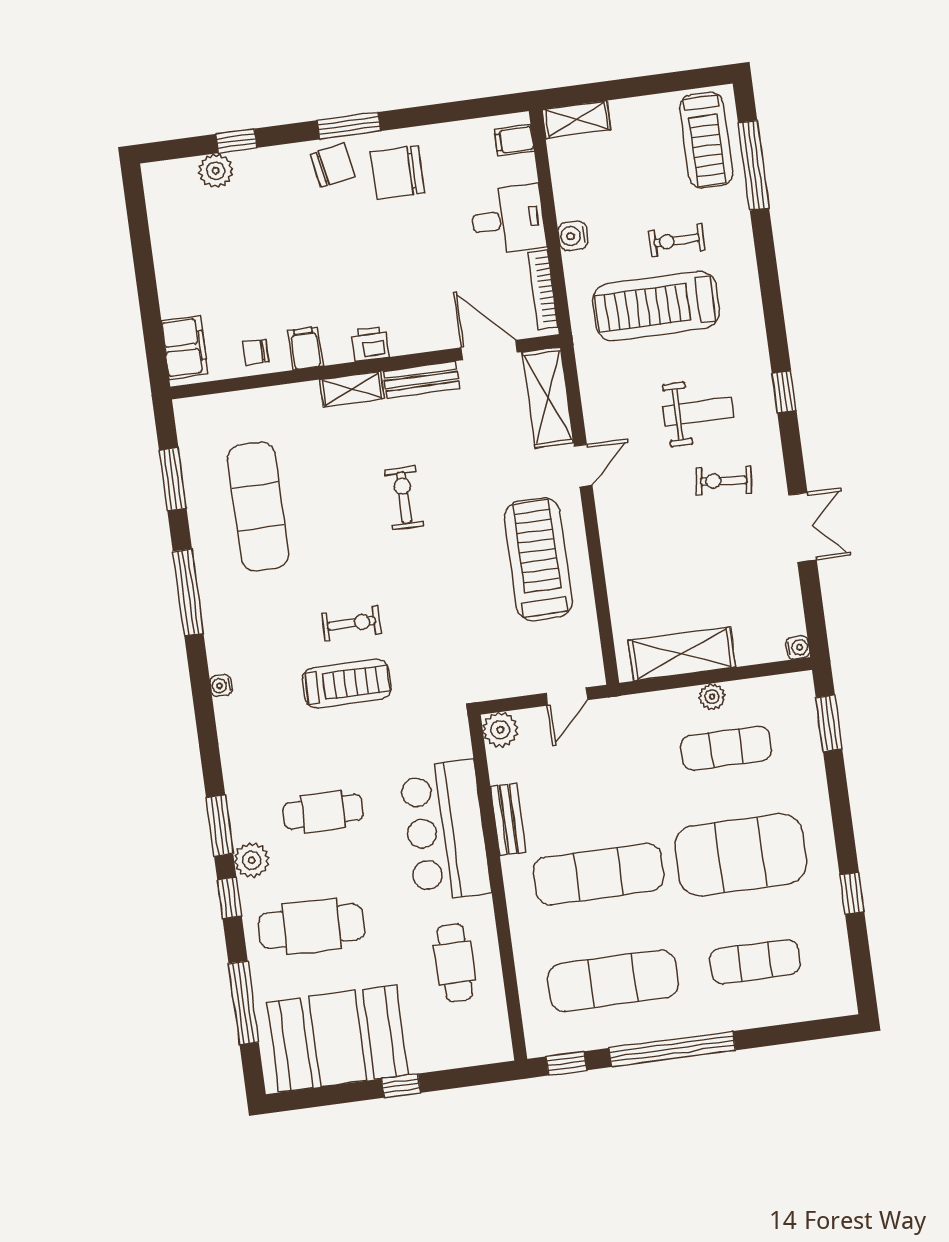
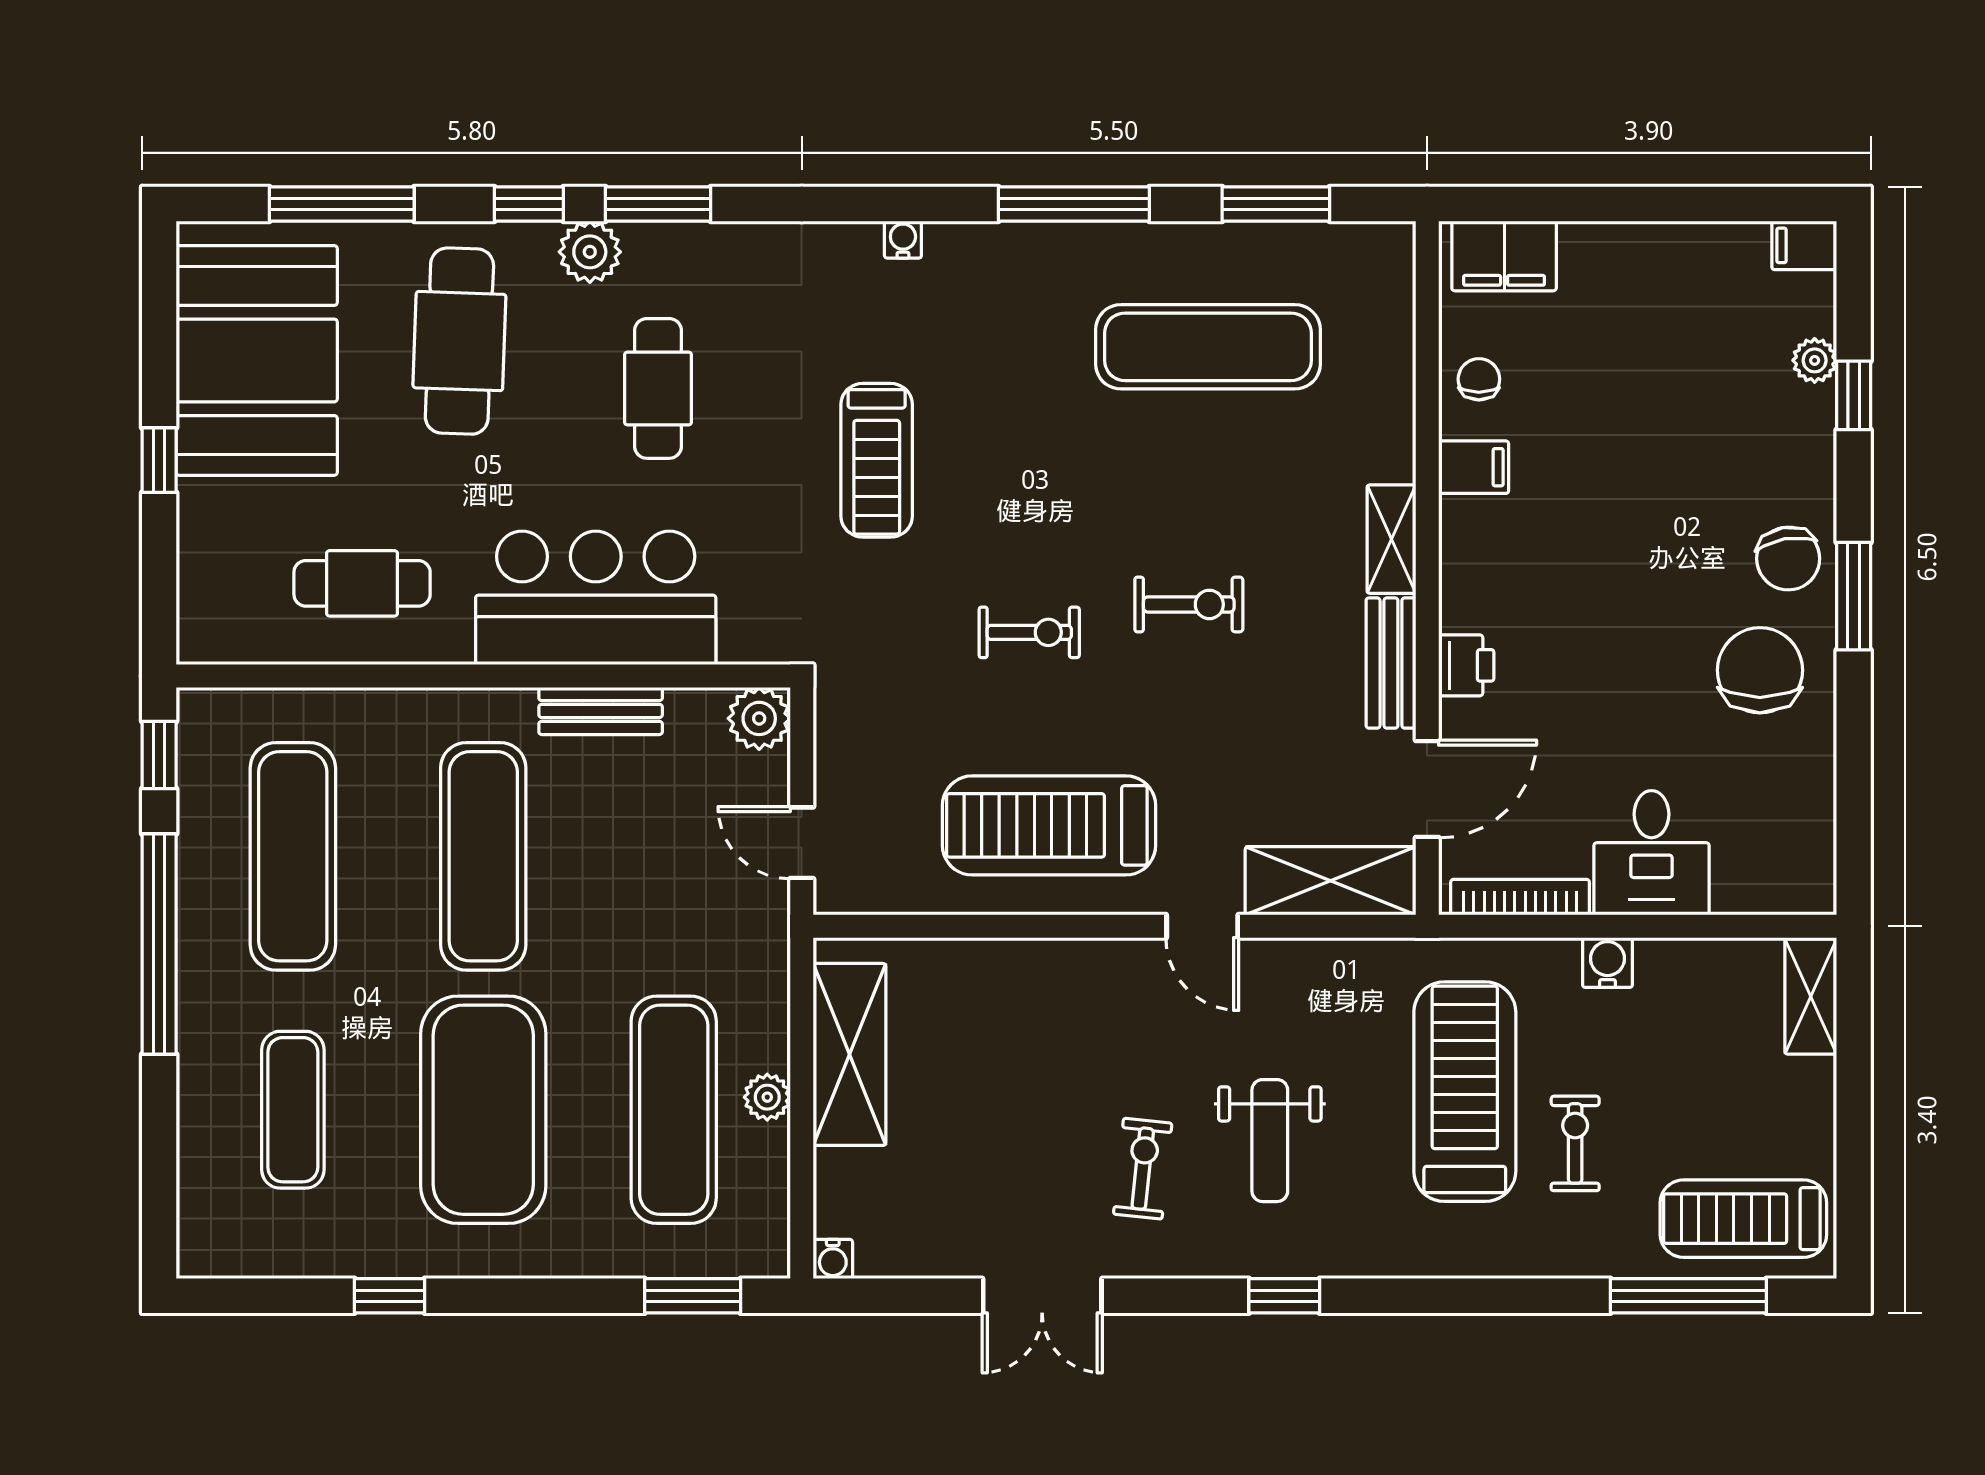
filing cabinet: (514, 140) -> (1804, 245), moved, turned -90
plant: (216, 171) -> (1815, 360), width x0.73, depth x0.73
printer: (370, 344) -> (1466, 665), moved
treadmill: (538, 559) -> (1049, 825), turned 180
exercise bike: (351, 623) -> (1029, 632), moved, turned -90
exercise mat: (726, 748) -> (674, 1110), width x1.36, depth x1.45

